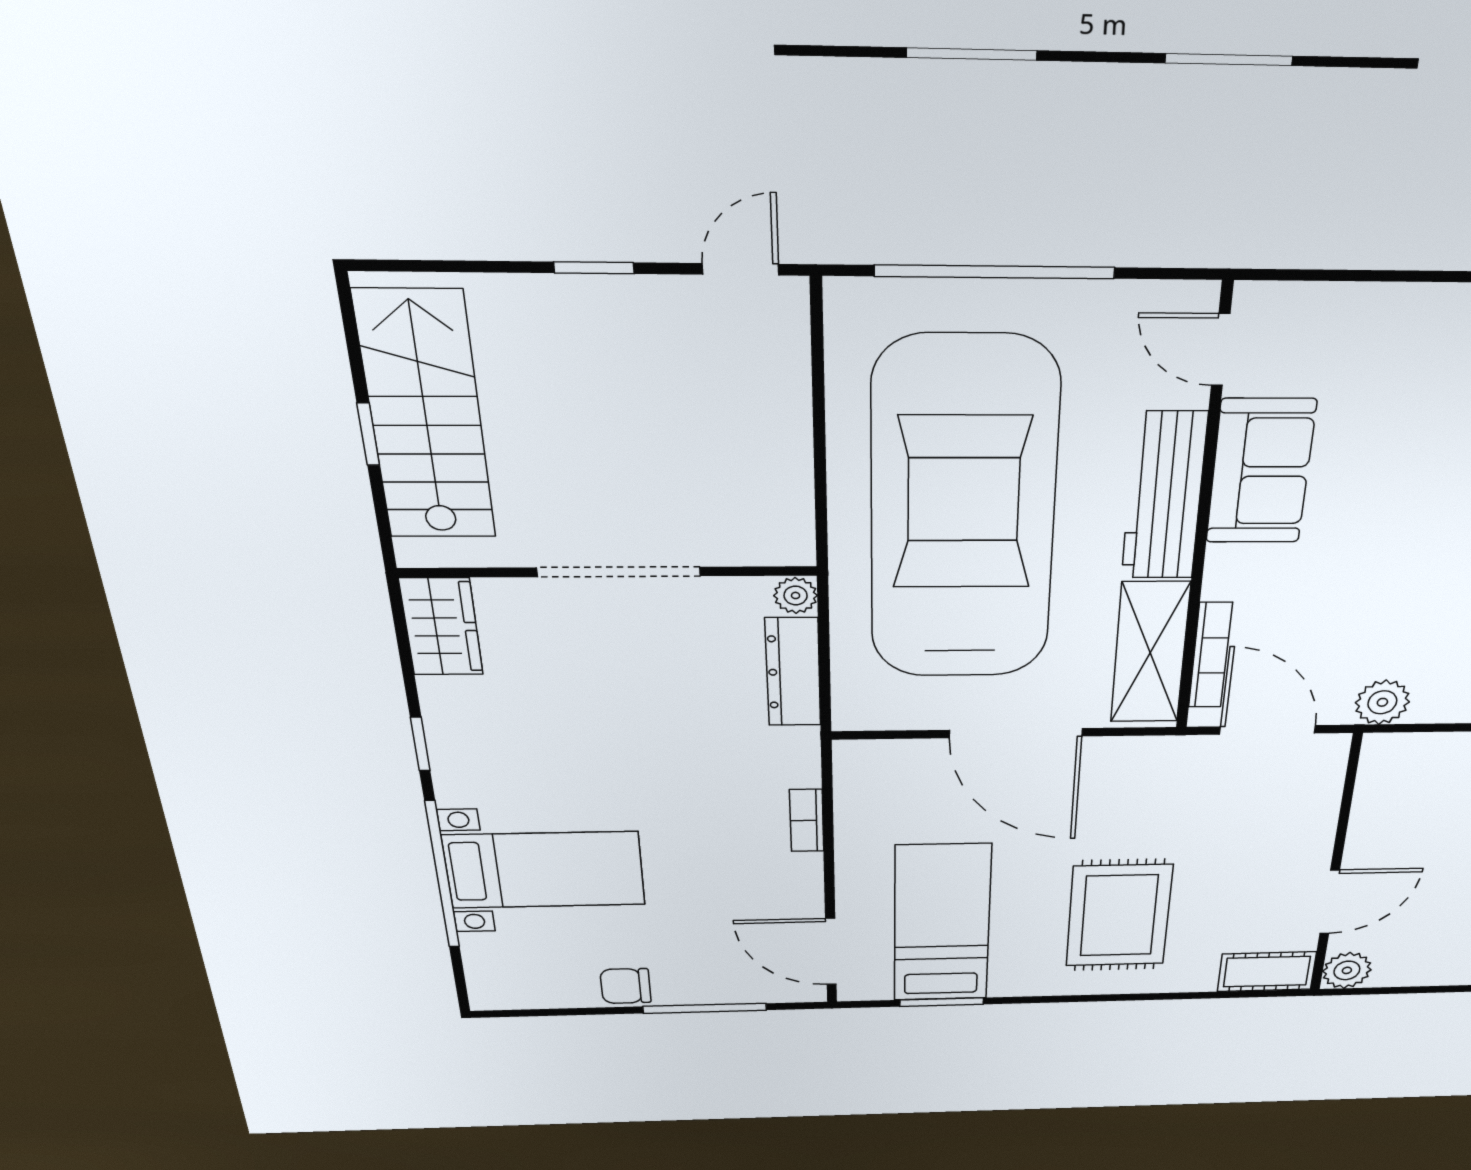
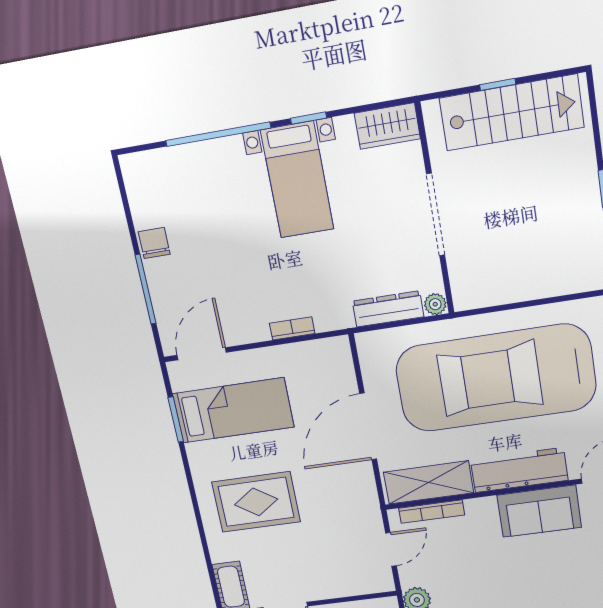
car: (963, 513) -> (496, 378), turned 180
door: (1268, 730) -> (391, 549), width x0.73
bed with nightstands: (545, 870) -> (297, 180), moved

